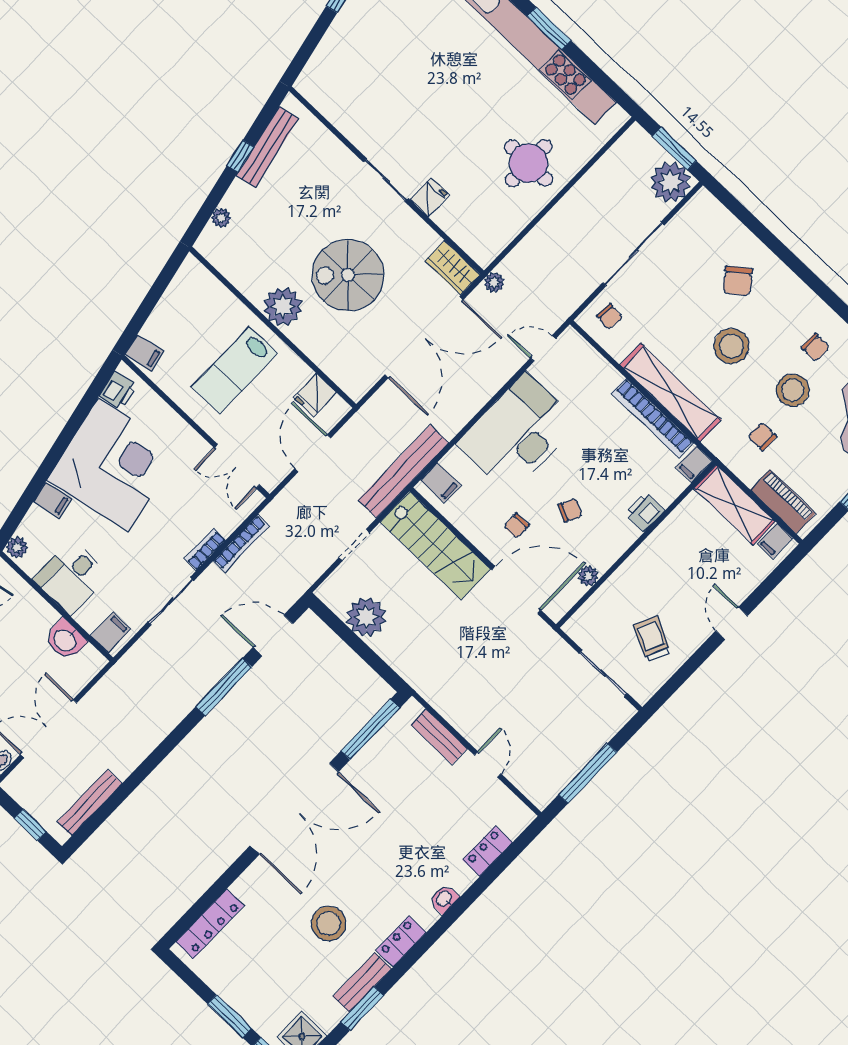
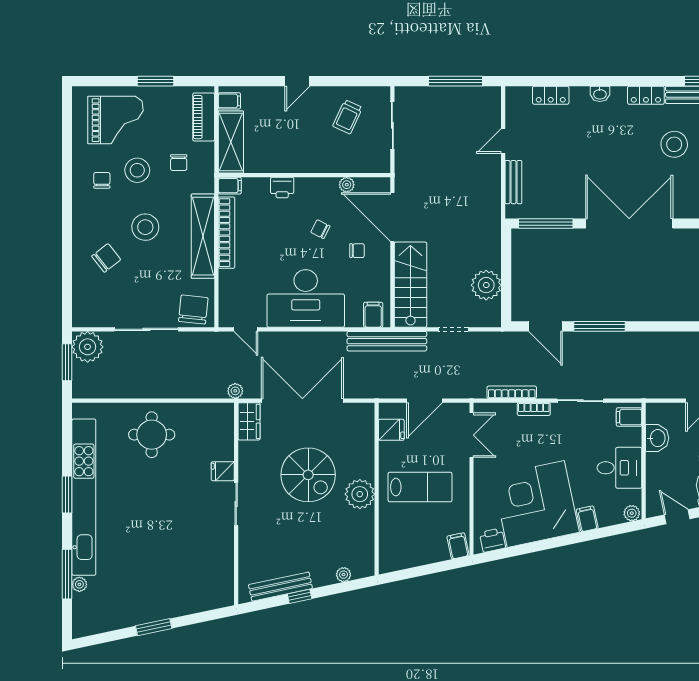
chair: (610, 317) -> (193, 309), width x1.87, depth x1.87

